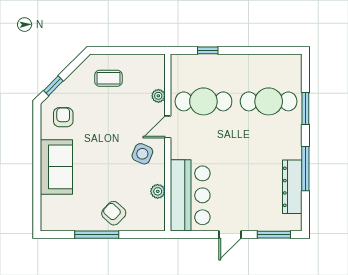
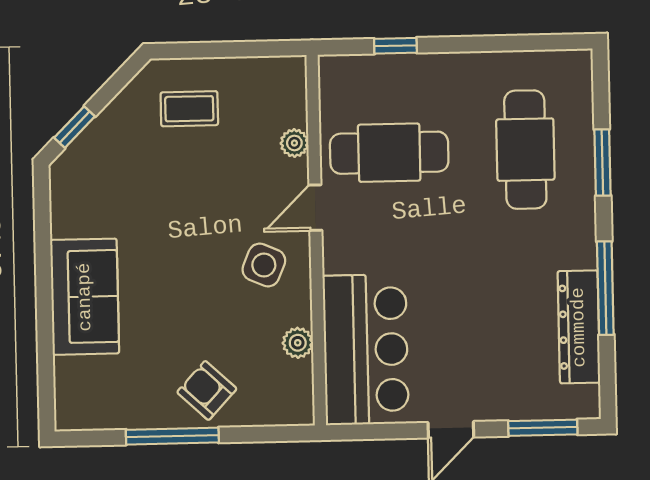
cafe table: (269, 101) -> (525, 150), turned 90
armchair: (63, 117) -> (97, 192), removed

